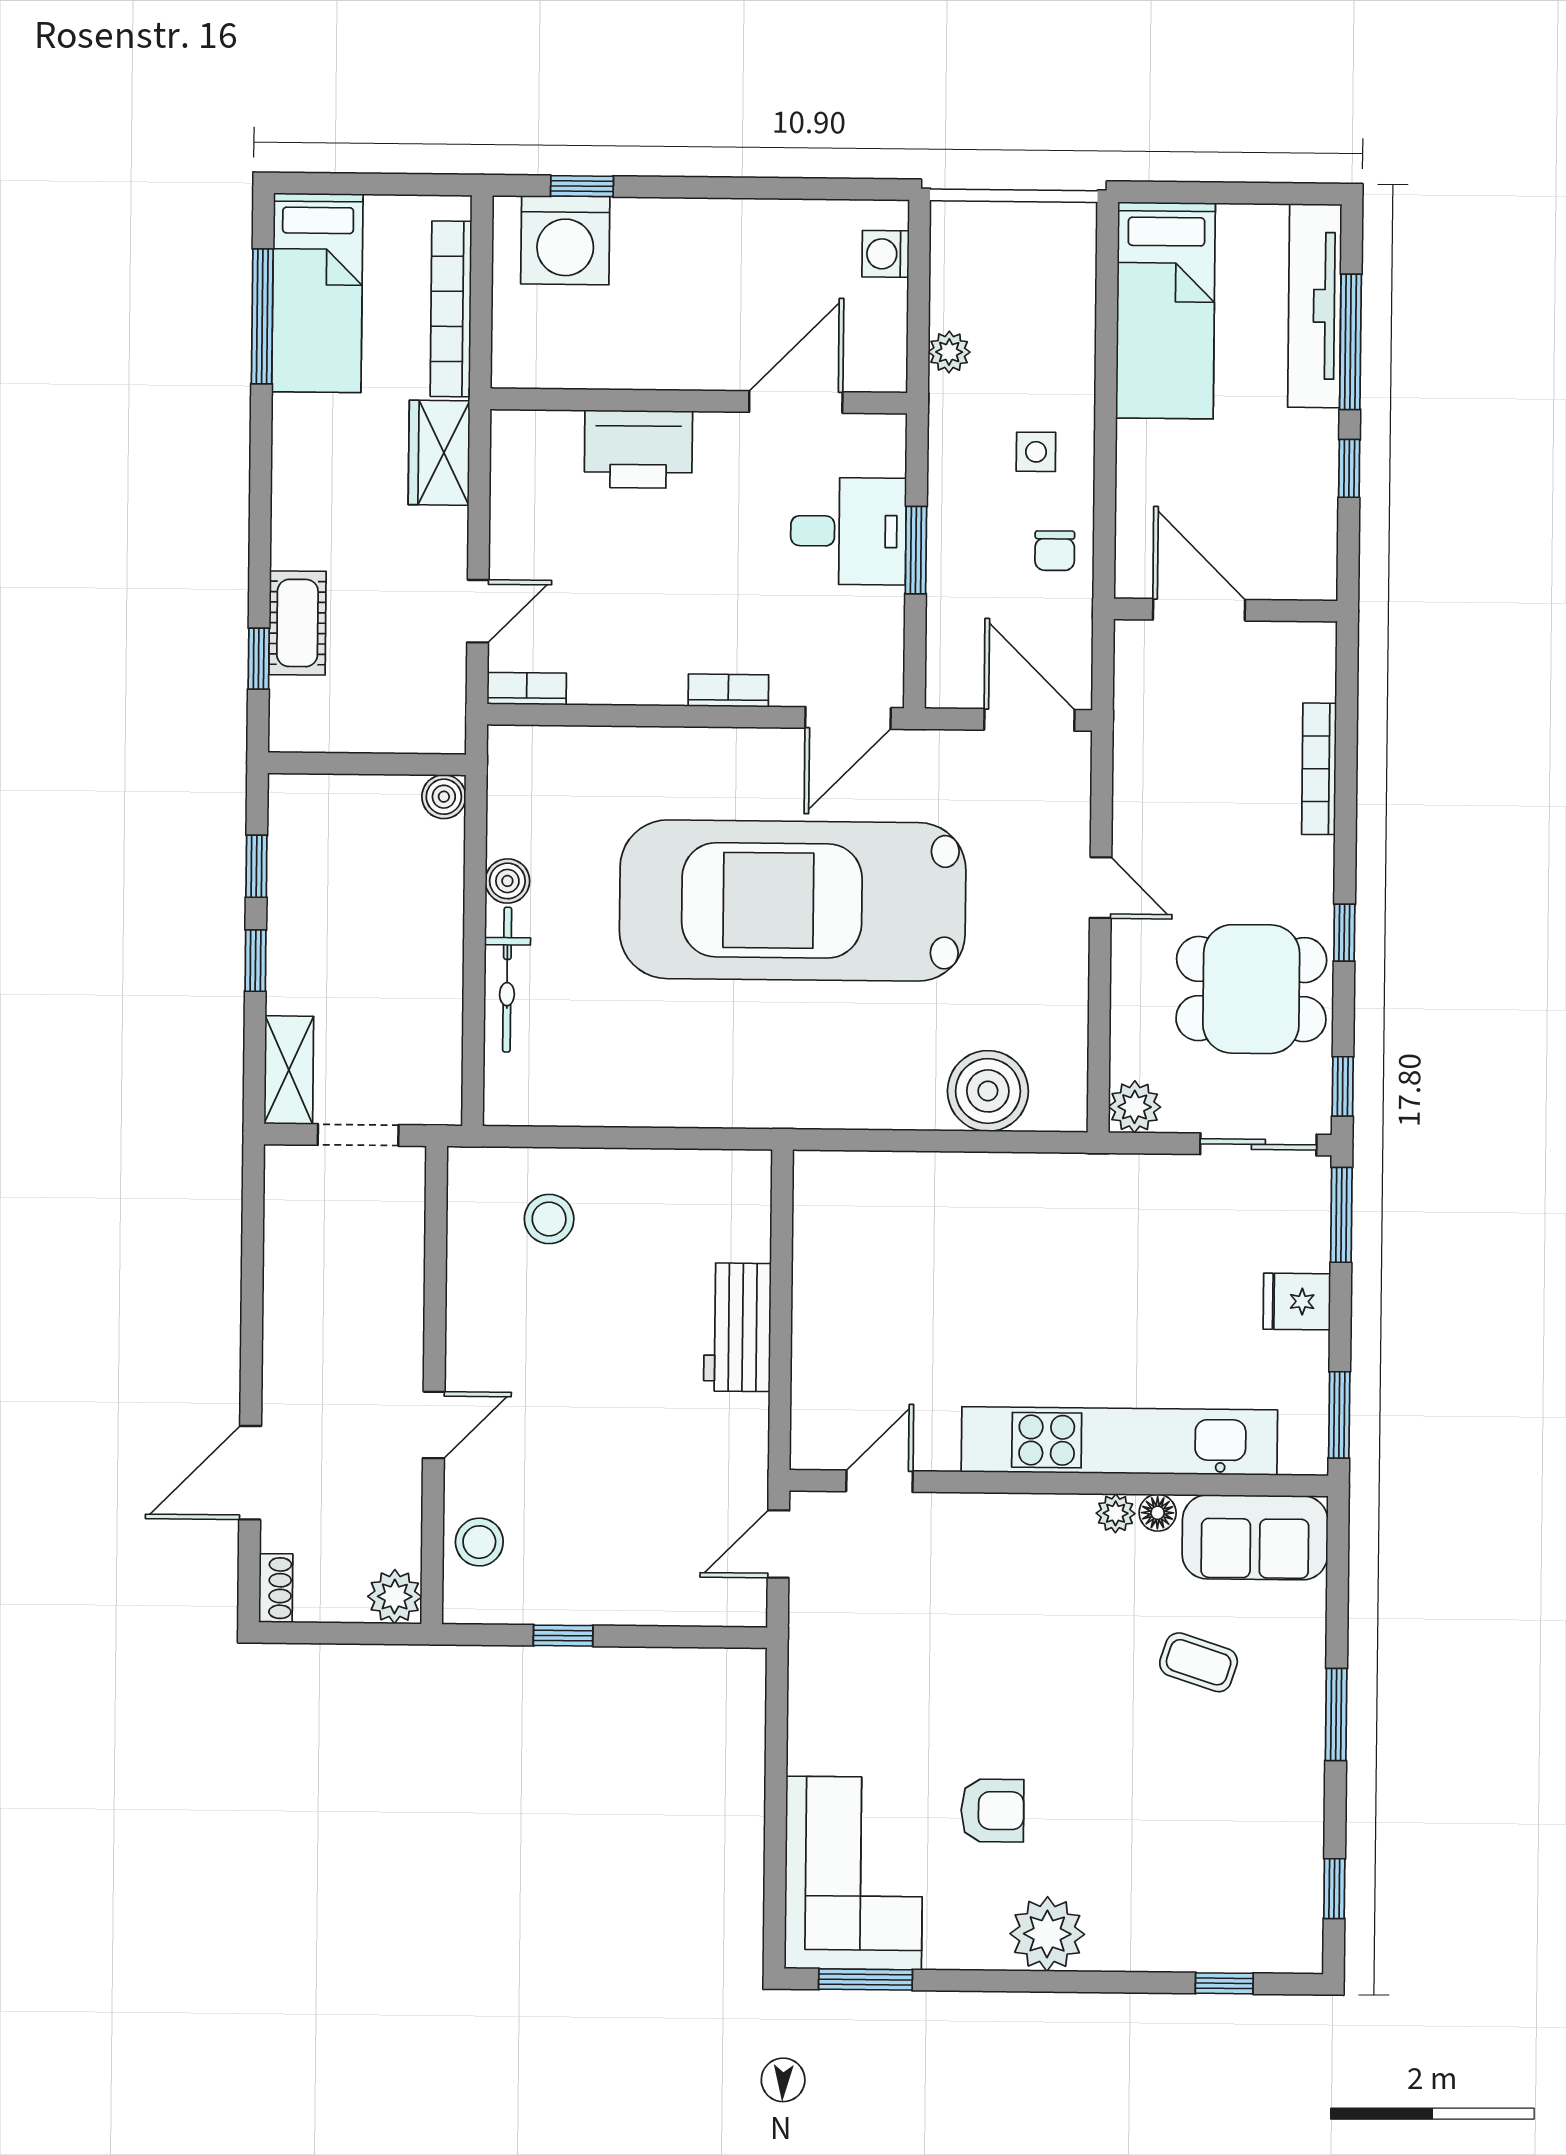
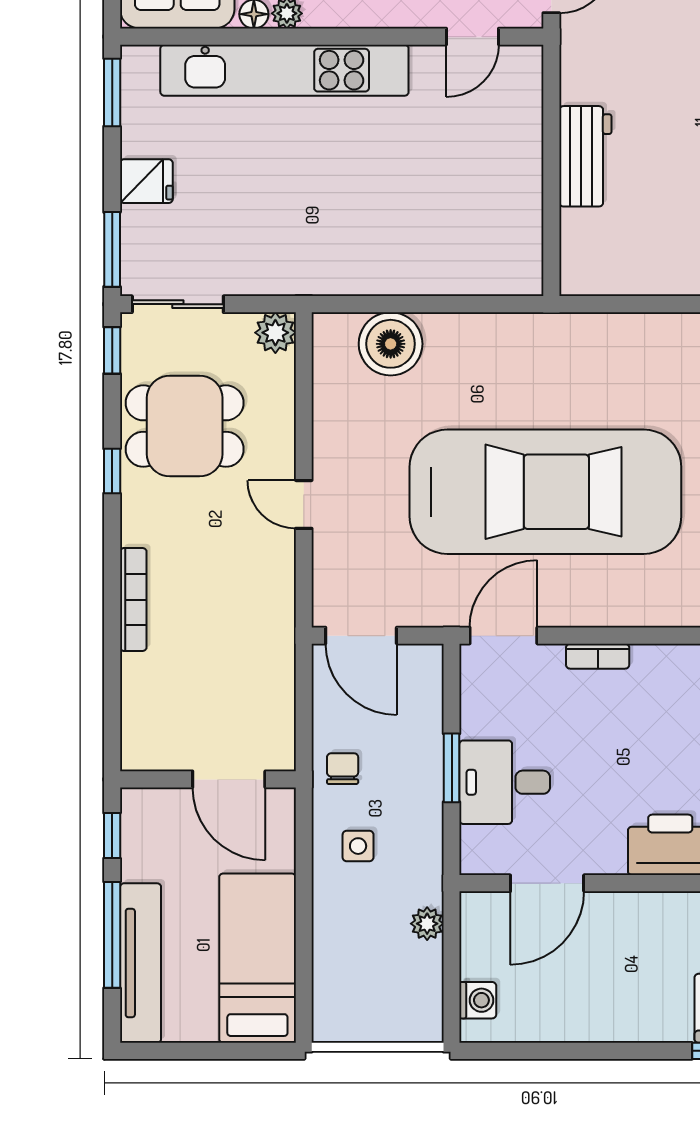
door: (1199, 610) -> (229, 779), moved
wall: (1226, 610) -> (208, 779), moved

